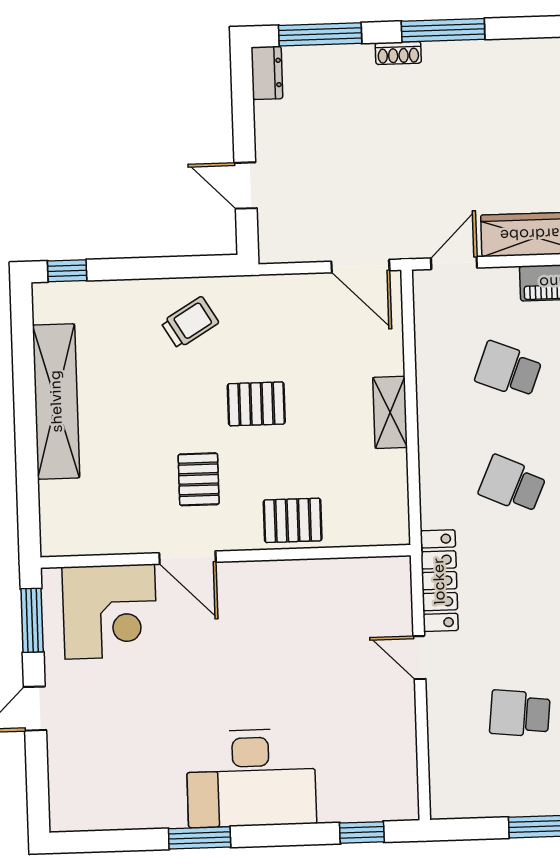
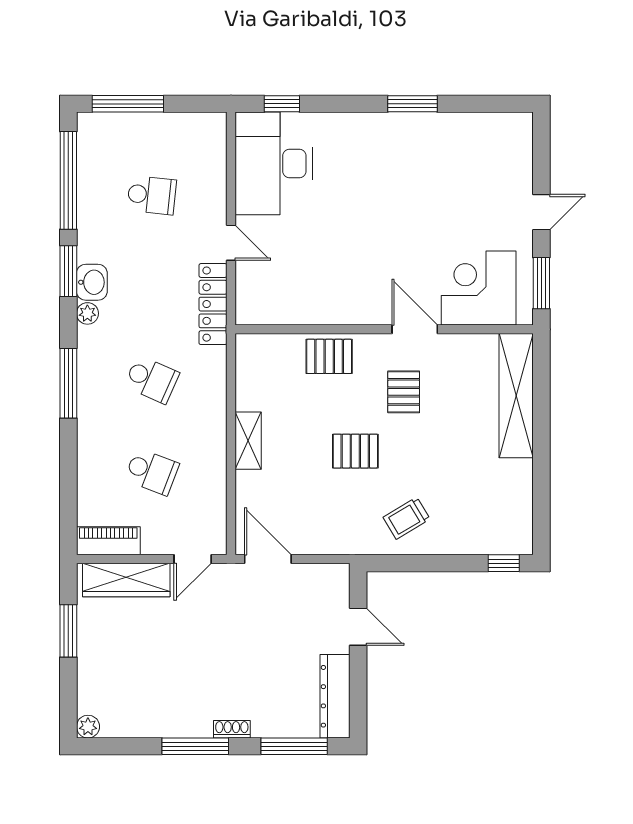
dresser: (267, 73) -> (335, 696), width x1.96, depth x1.24
shelving: (56, 401) -> (516, 396), moved
desk: (251, 778) -> (274, 163), moved, turned -90

